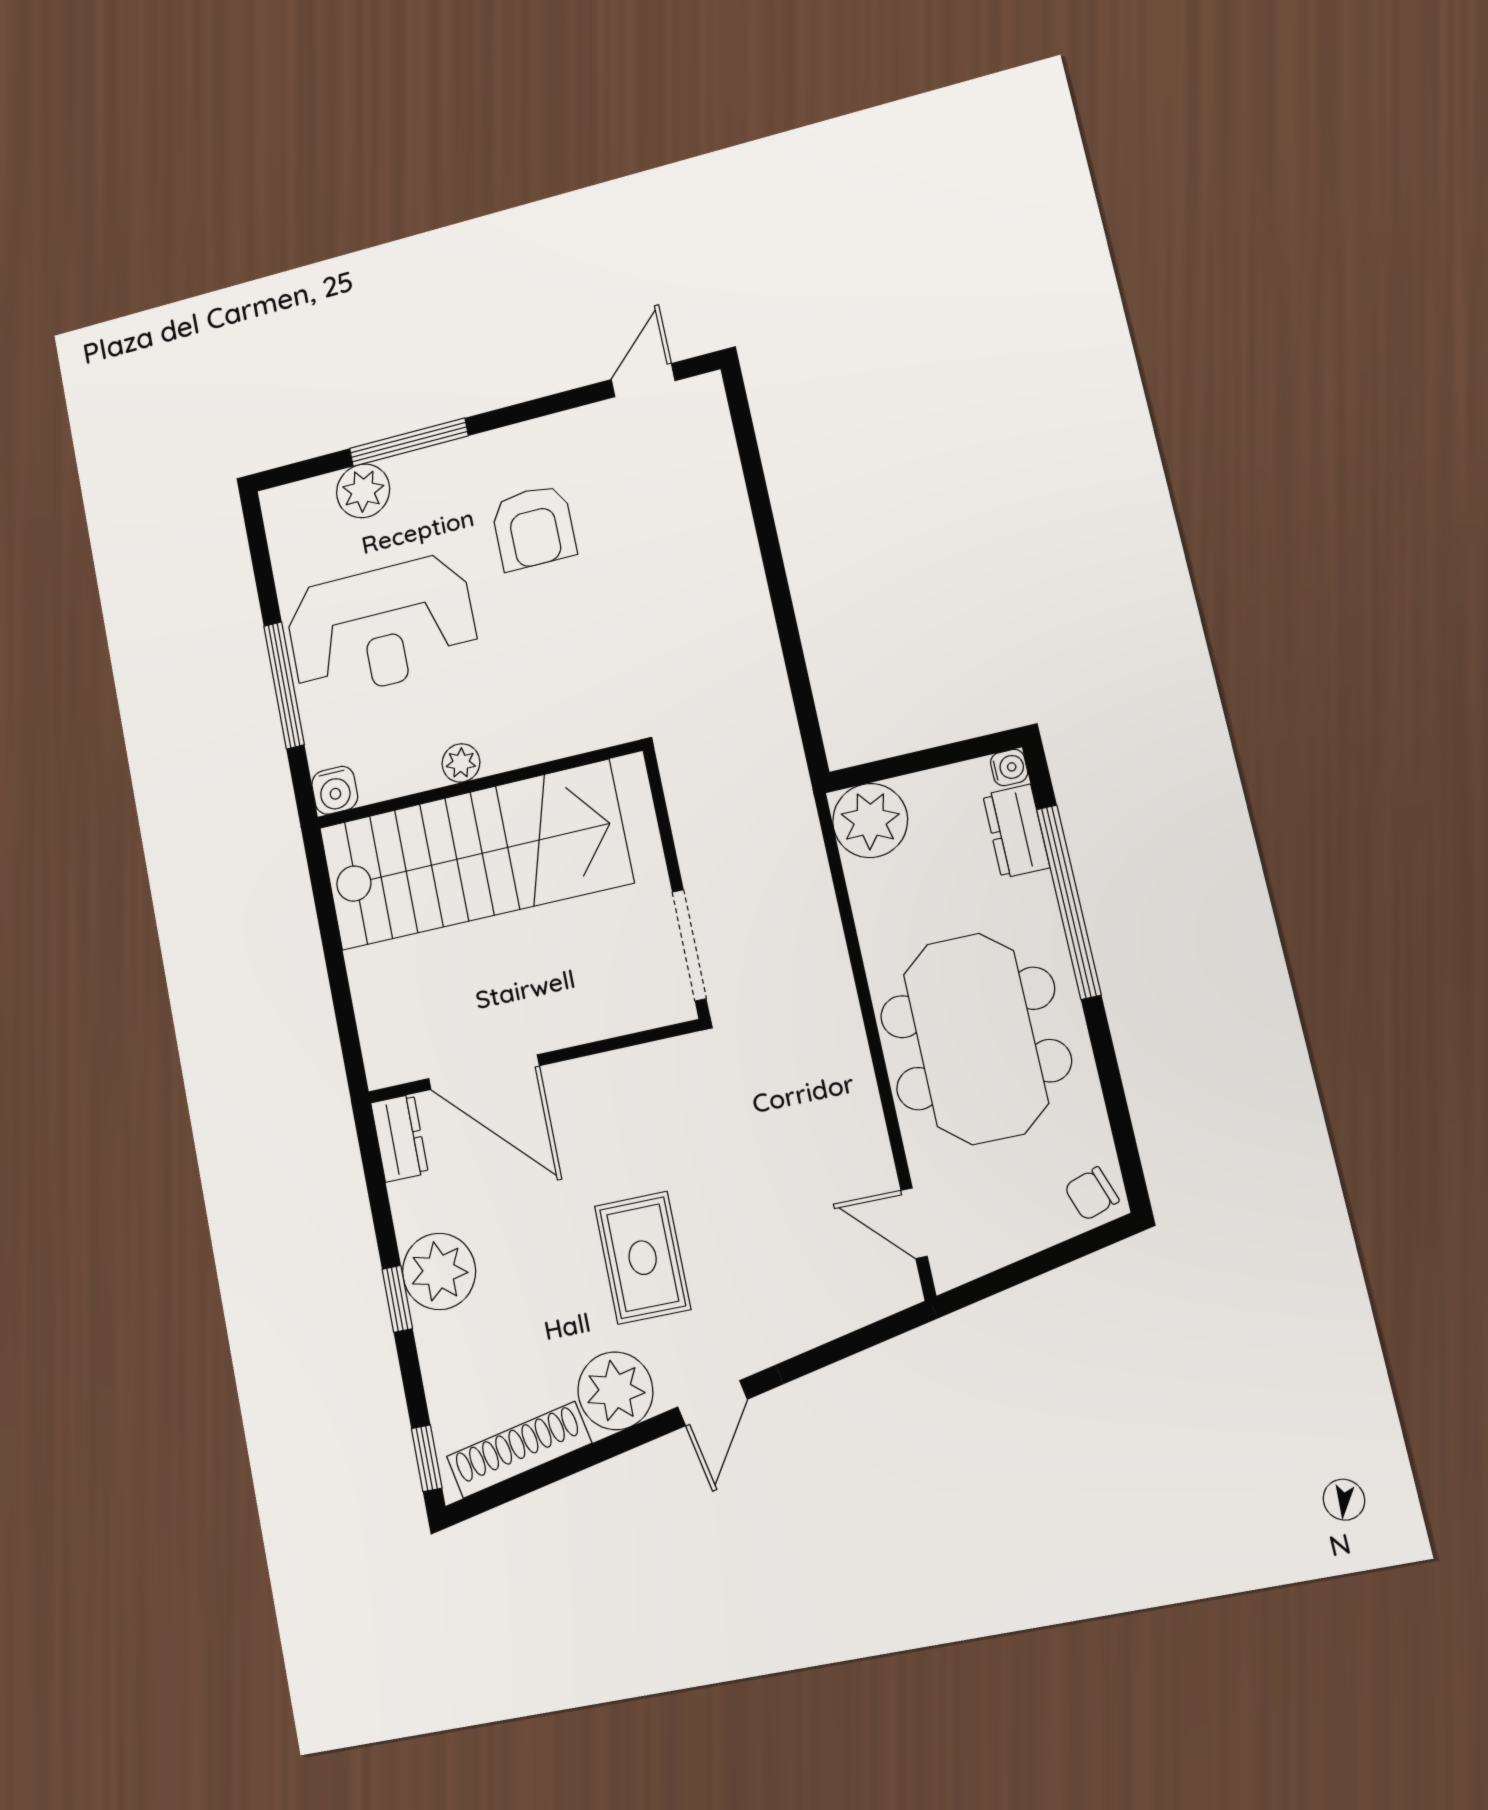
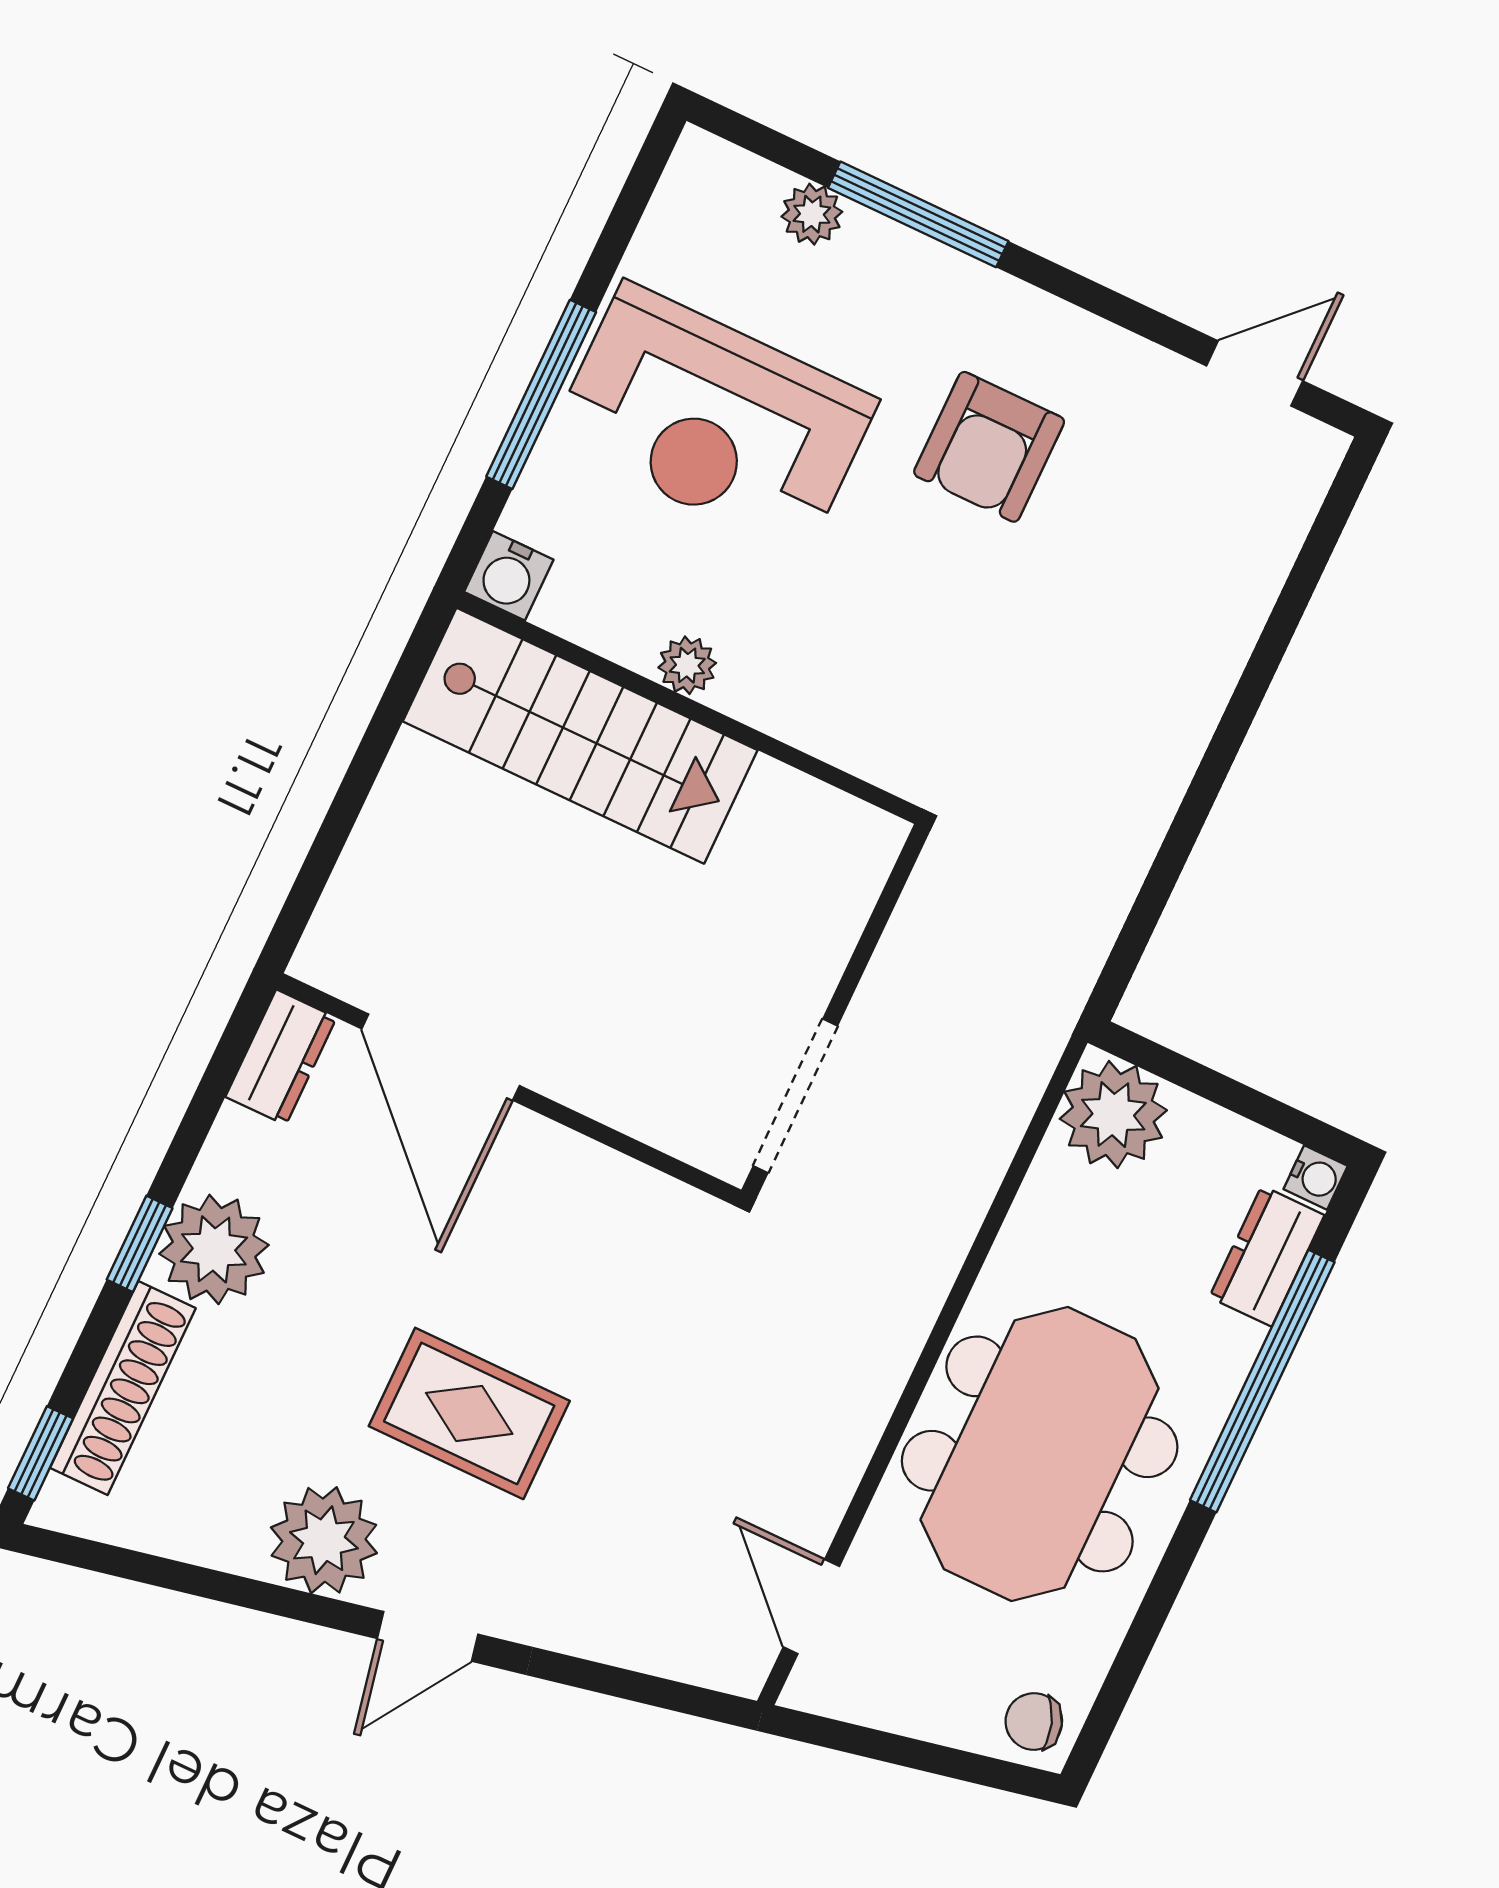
plant: (363, 491) -> (812, 214), width x0.73, depth x0.73
stairs: (475, 855) -> (580, 736), width x0.73, depth x0.66
rug: (643, 1258) -> (469, 1413), turned 90
shoe rack: (519, 1450) -> (123, 1388), moved, turned 102

